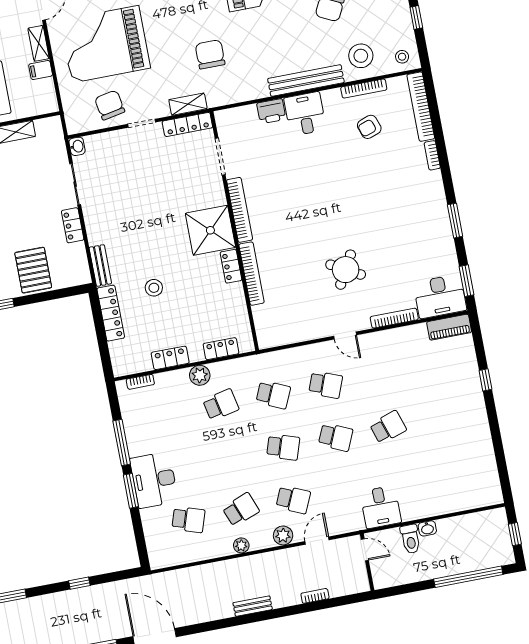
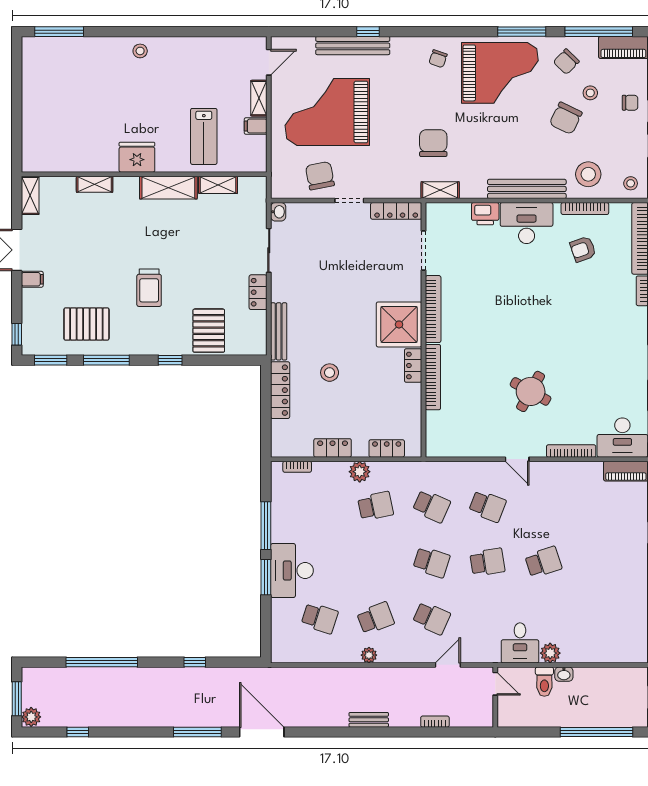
shelving: (188, 104) -> (440, 190), moved
desk: (305, 114) -> (527, 223), width x1.37
bench: (100, 265) -> (279, 331), width x1.36
school desk: (336, 437) -> (487, 562), turned -33
plant: (283, 535) -> (550, 653), moved

